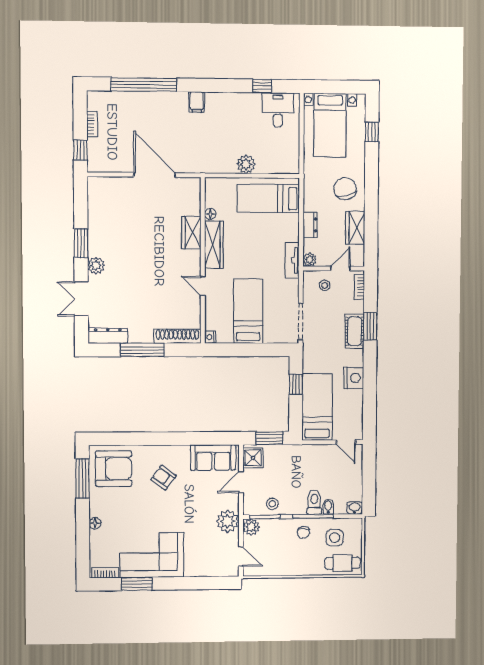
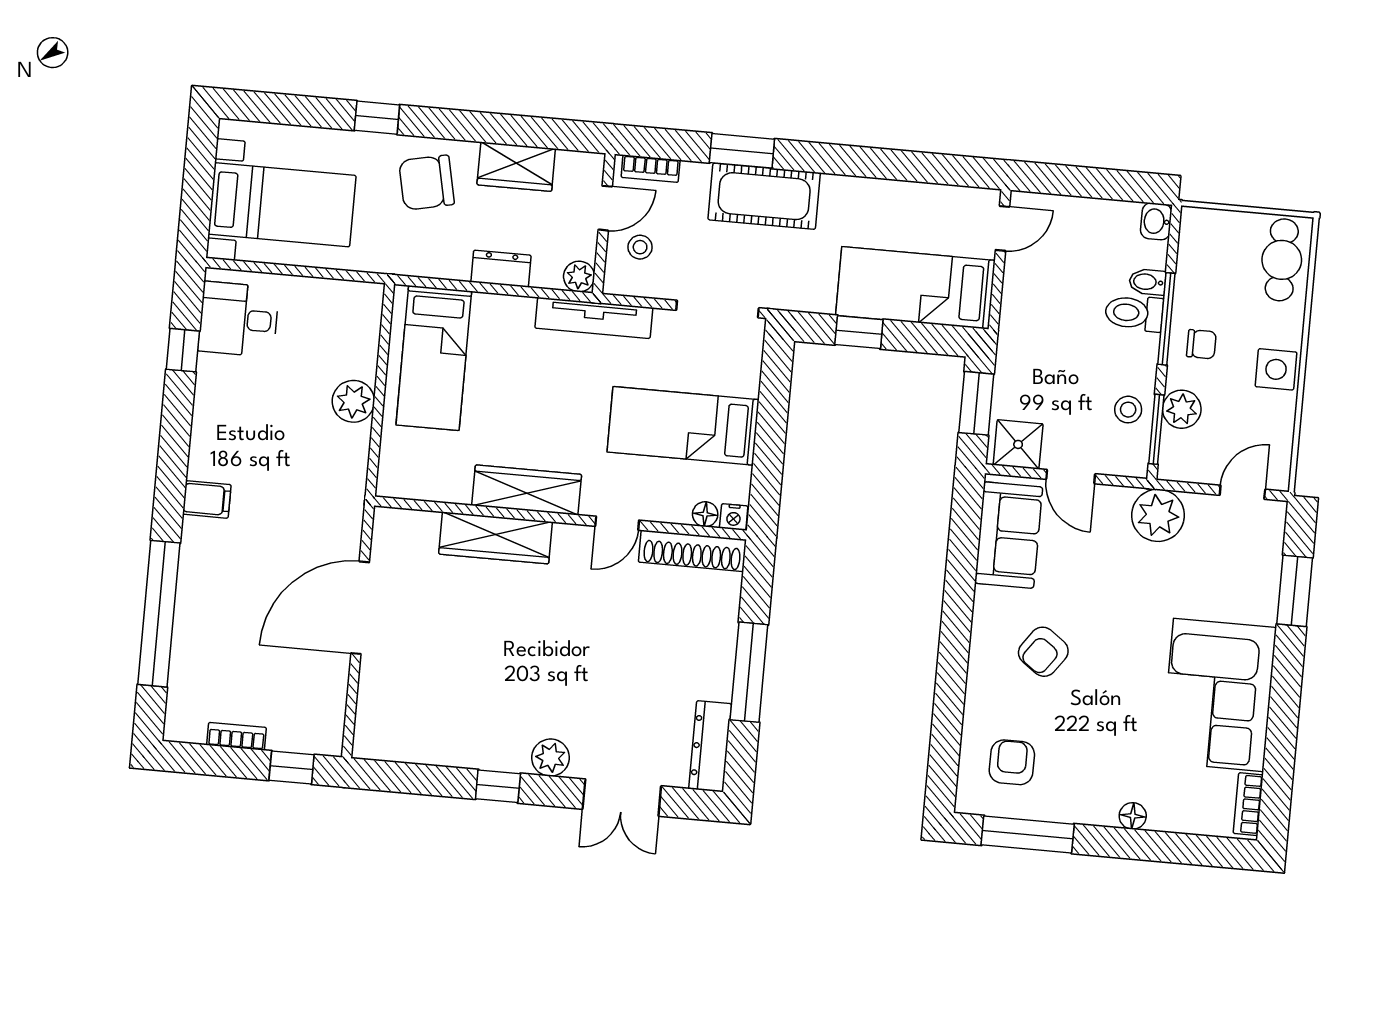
window: (372, 132) -> (377, 118), moved
floor lamp: (210, 214) -> (705, 514), moved
wardrobe: (191, 233) -> (495, 538), width x1.50
window: (81, 243) -> (498, 786), width x0.67
tv unit: (292, 260) -> (594, 318), width x1.41
door: (340, 268) -> (605, 208), swing flipped
cot: (355, 331) -> (764, 196), width x1.37, depth x1.34
shoe rack: (177, 336) -> (692, 551), moved, turned -90
nightstand: (354, 378) -> (857, 198), removed
armchair: (114, 469) -> (1012, 762), width x0.53, depth x0.53
plant: (251, 527) -> (1182, 409), moved
side table: (335, 538) -> (1276, 369), moved
window: (137, 584) -> (1295, 591), moved

